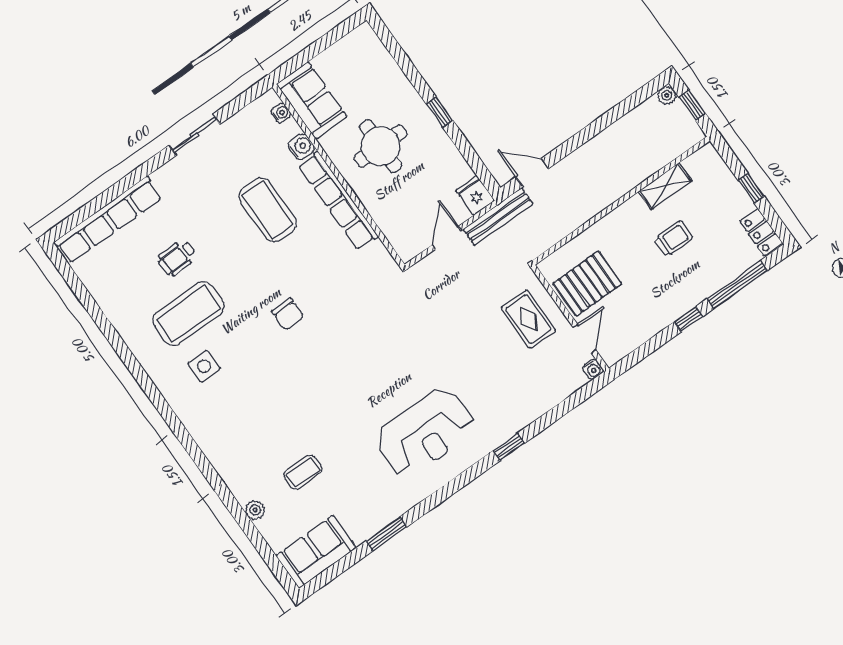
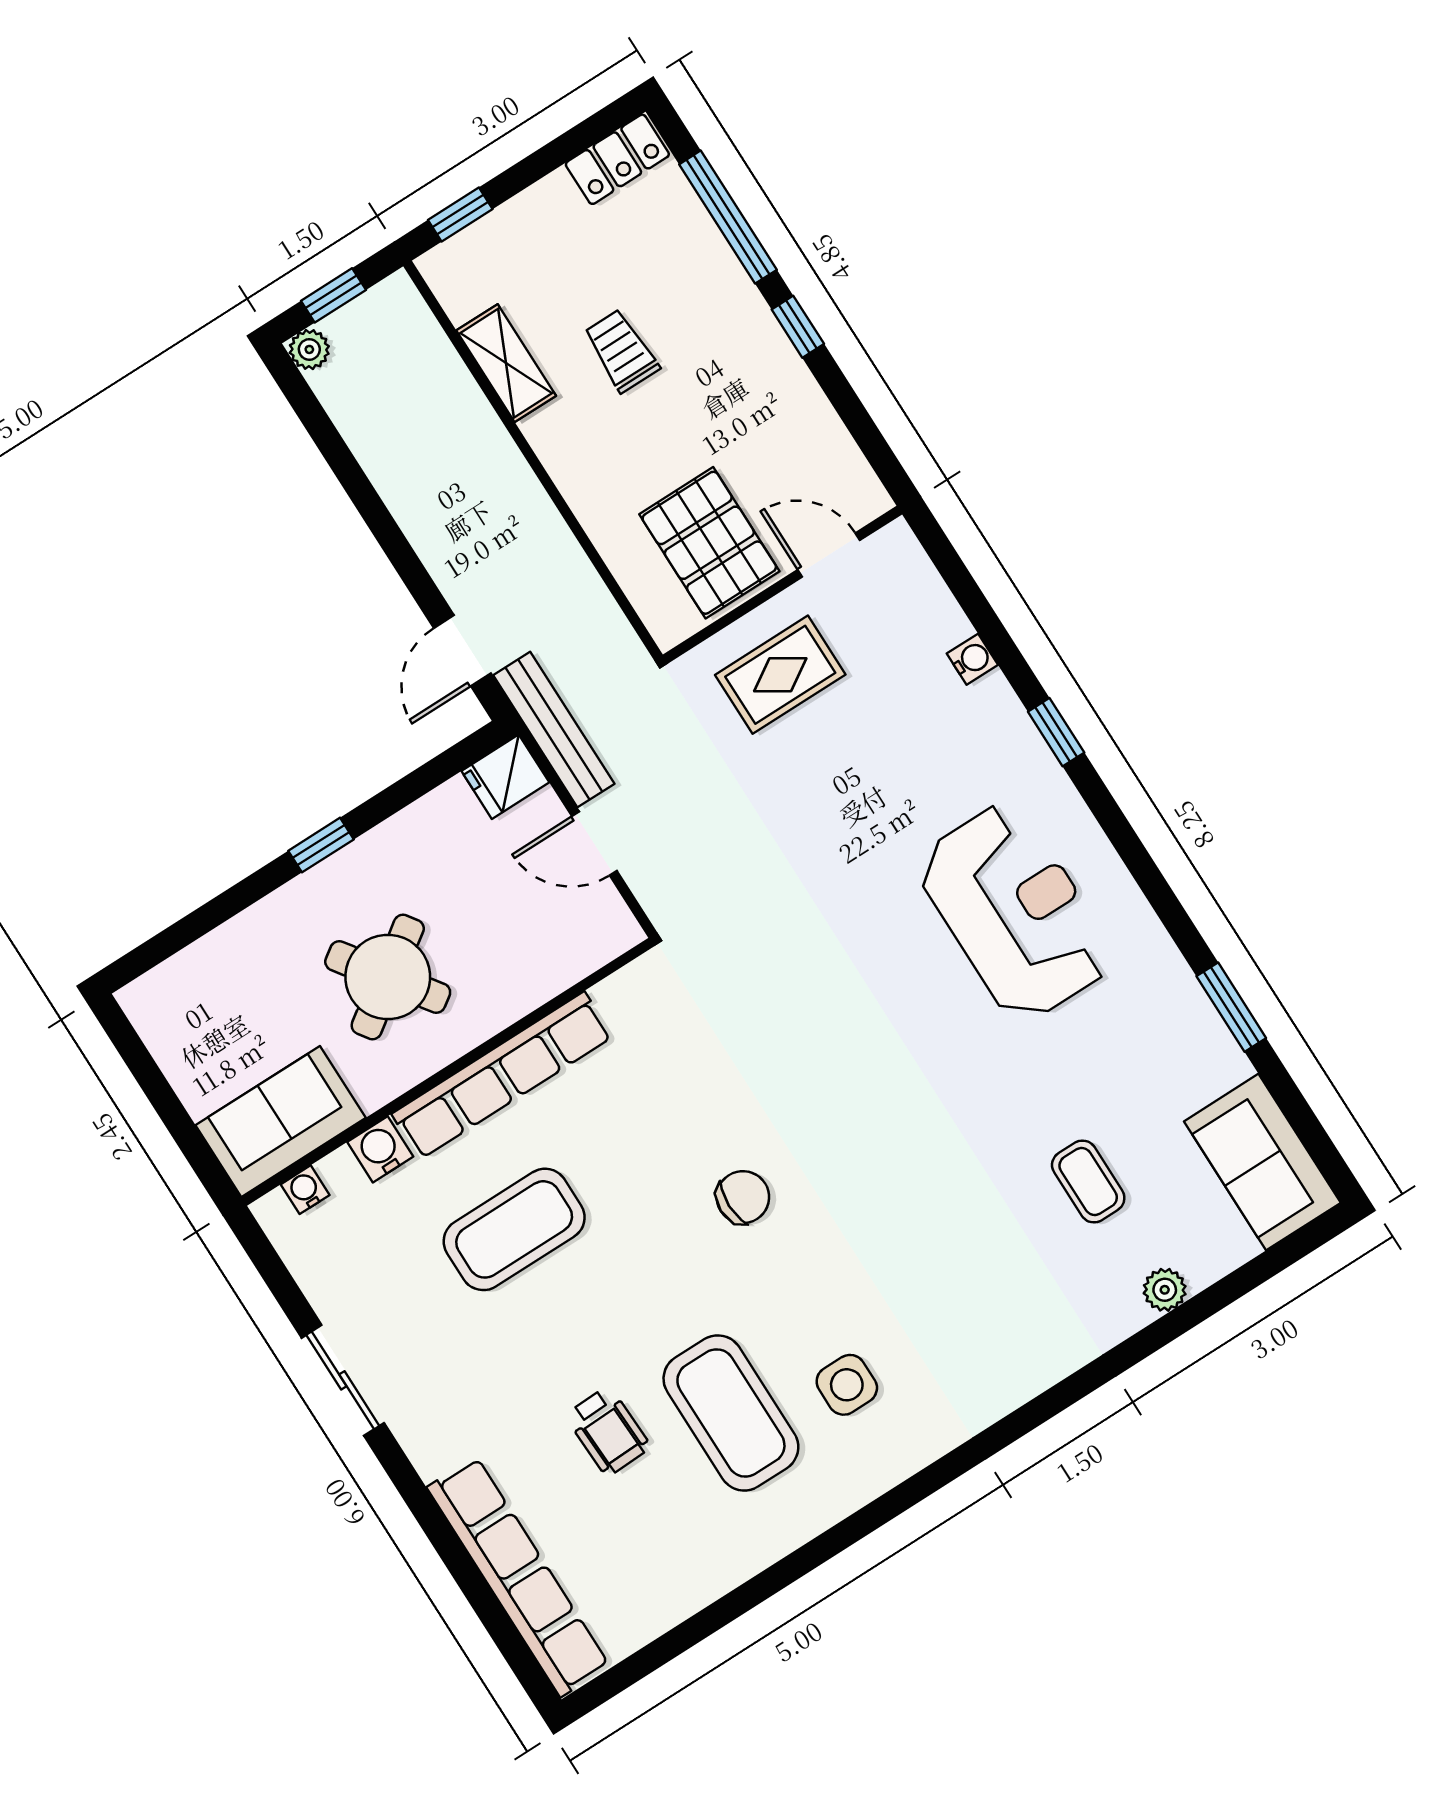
round table: (381, 146) -> (388, 977), turned -35
window: (751, 188) -> (460, 215), moved
water cooler: (593, 369) -> (972, 659), moved

